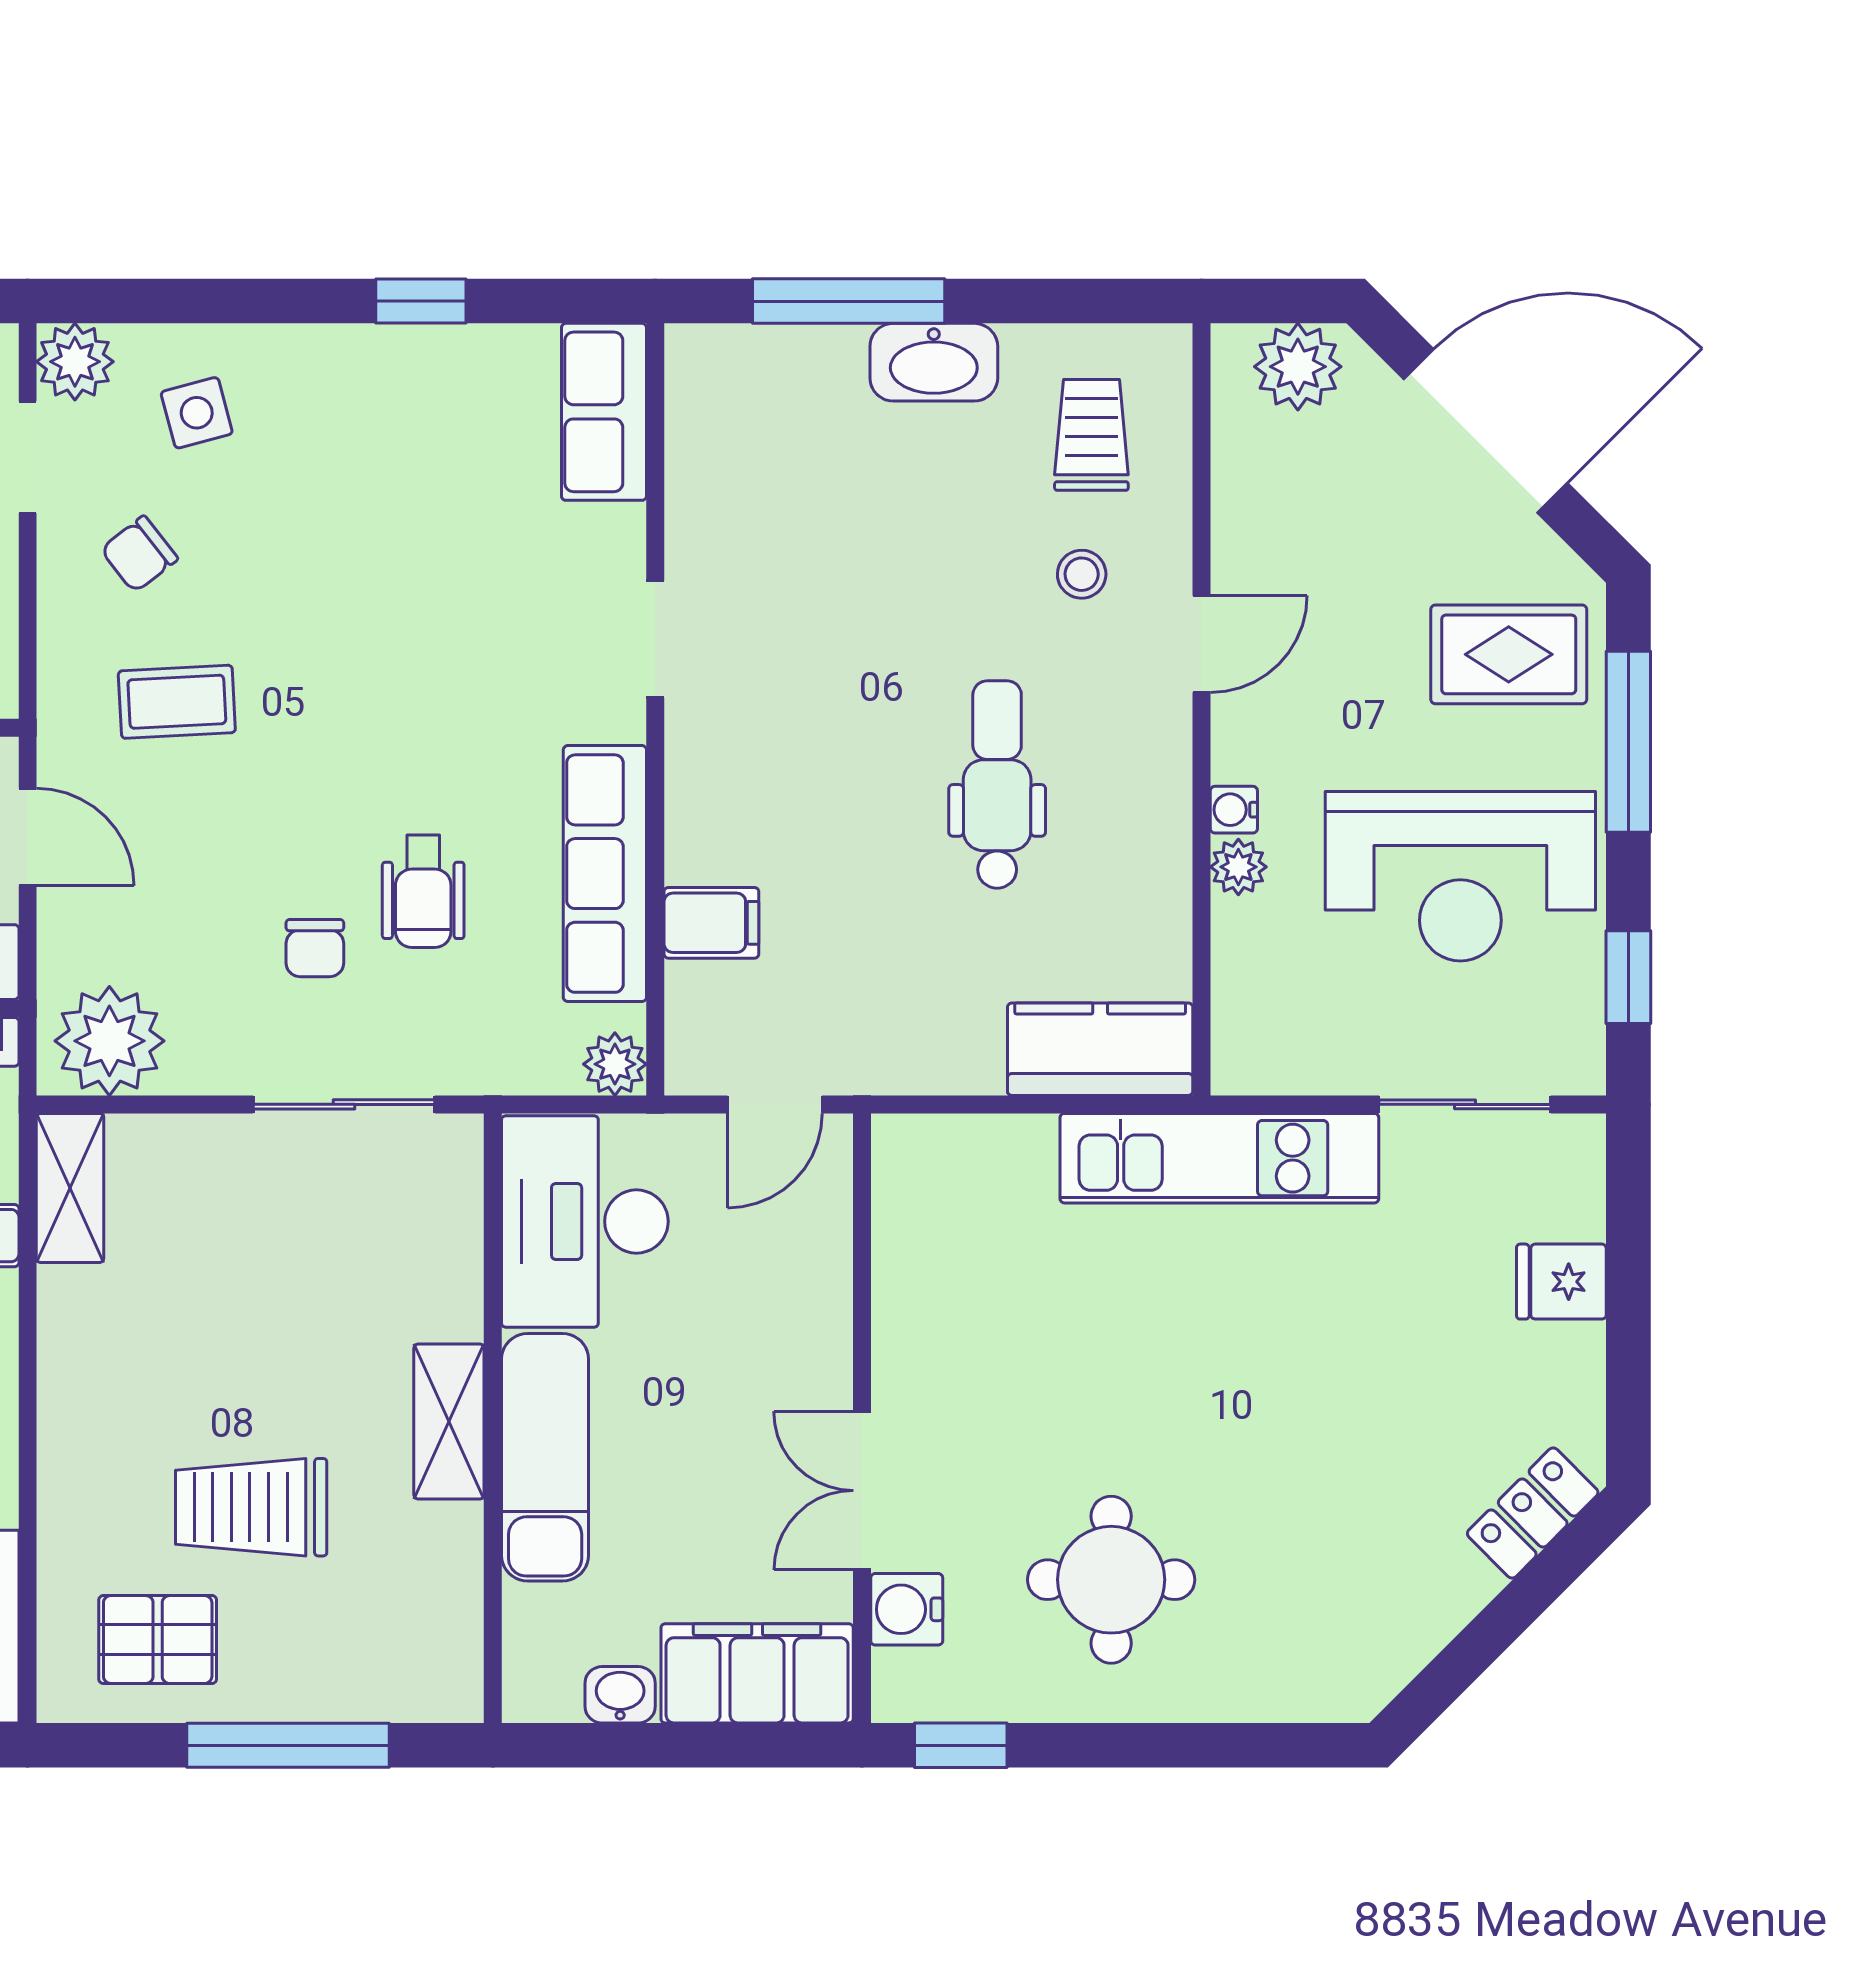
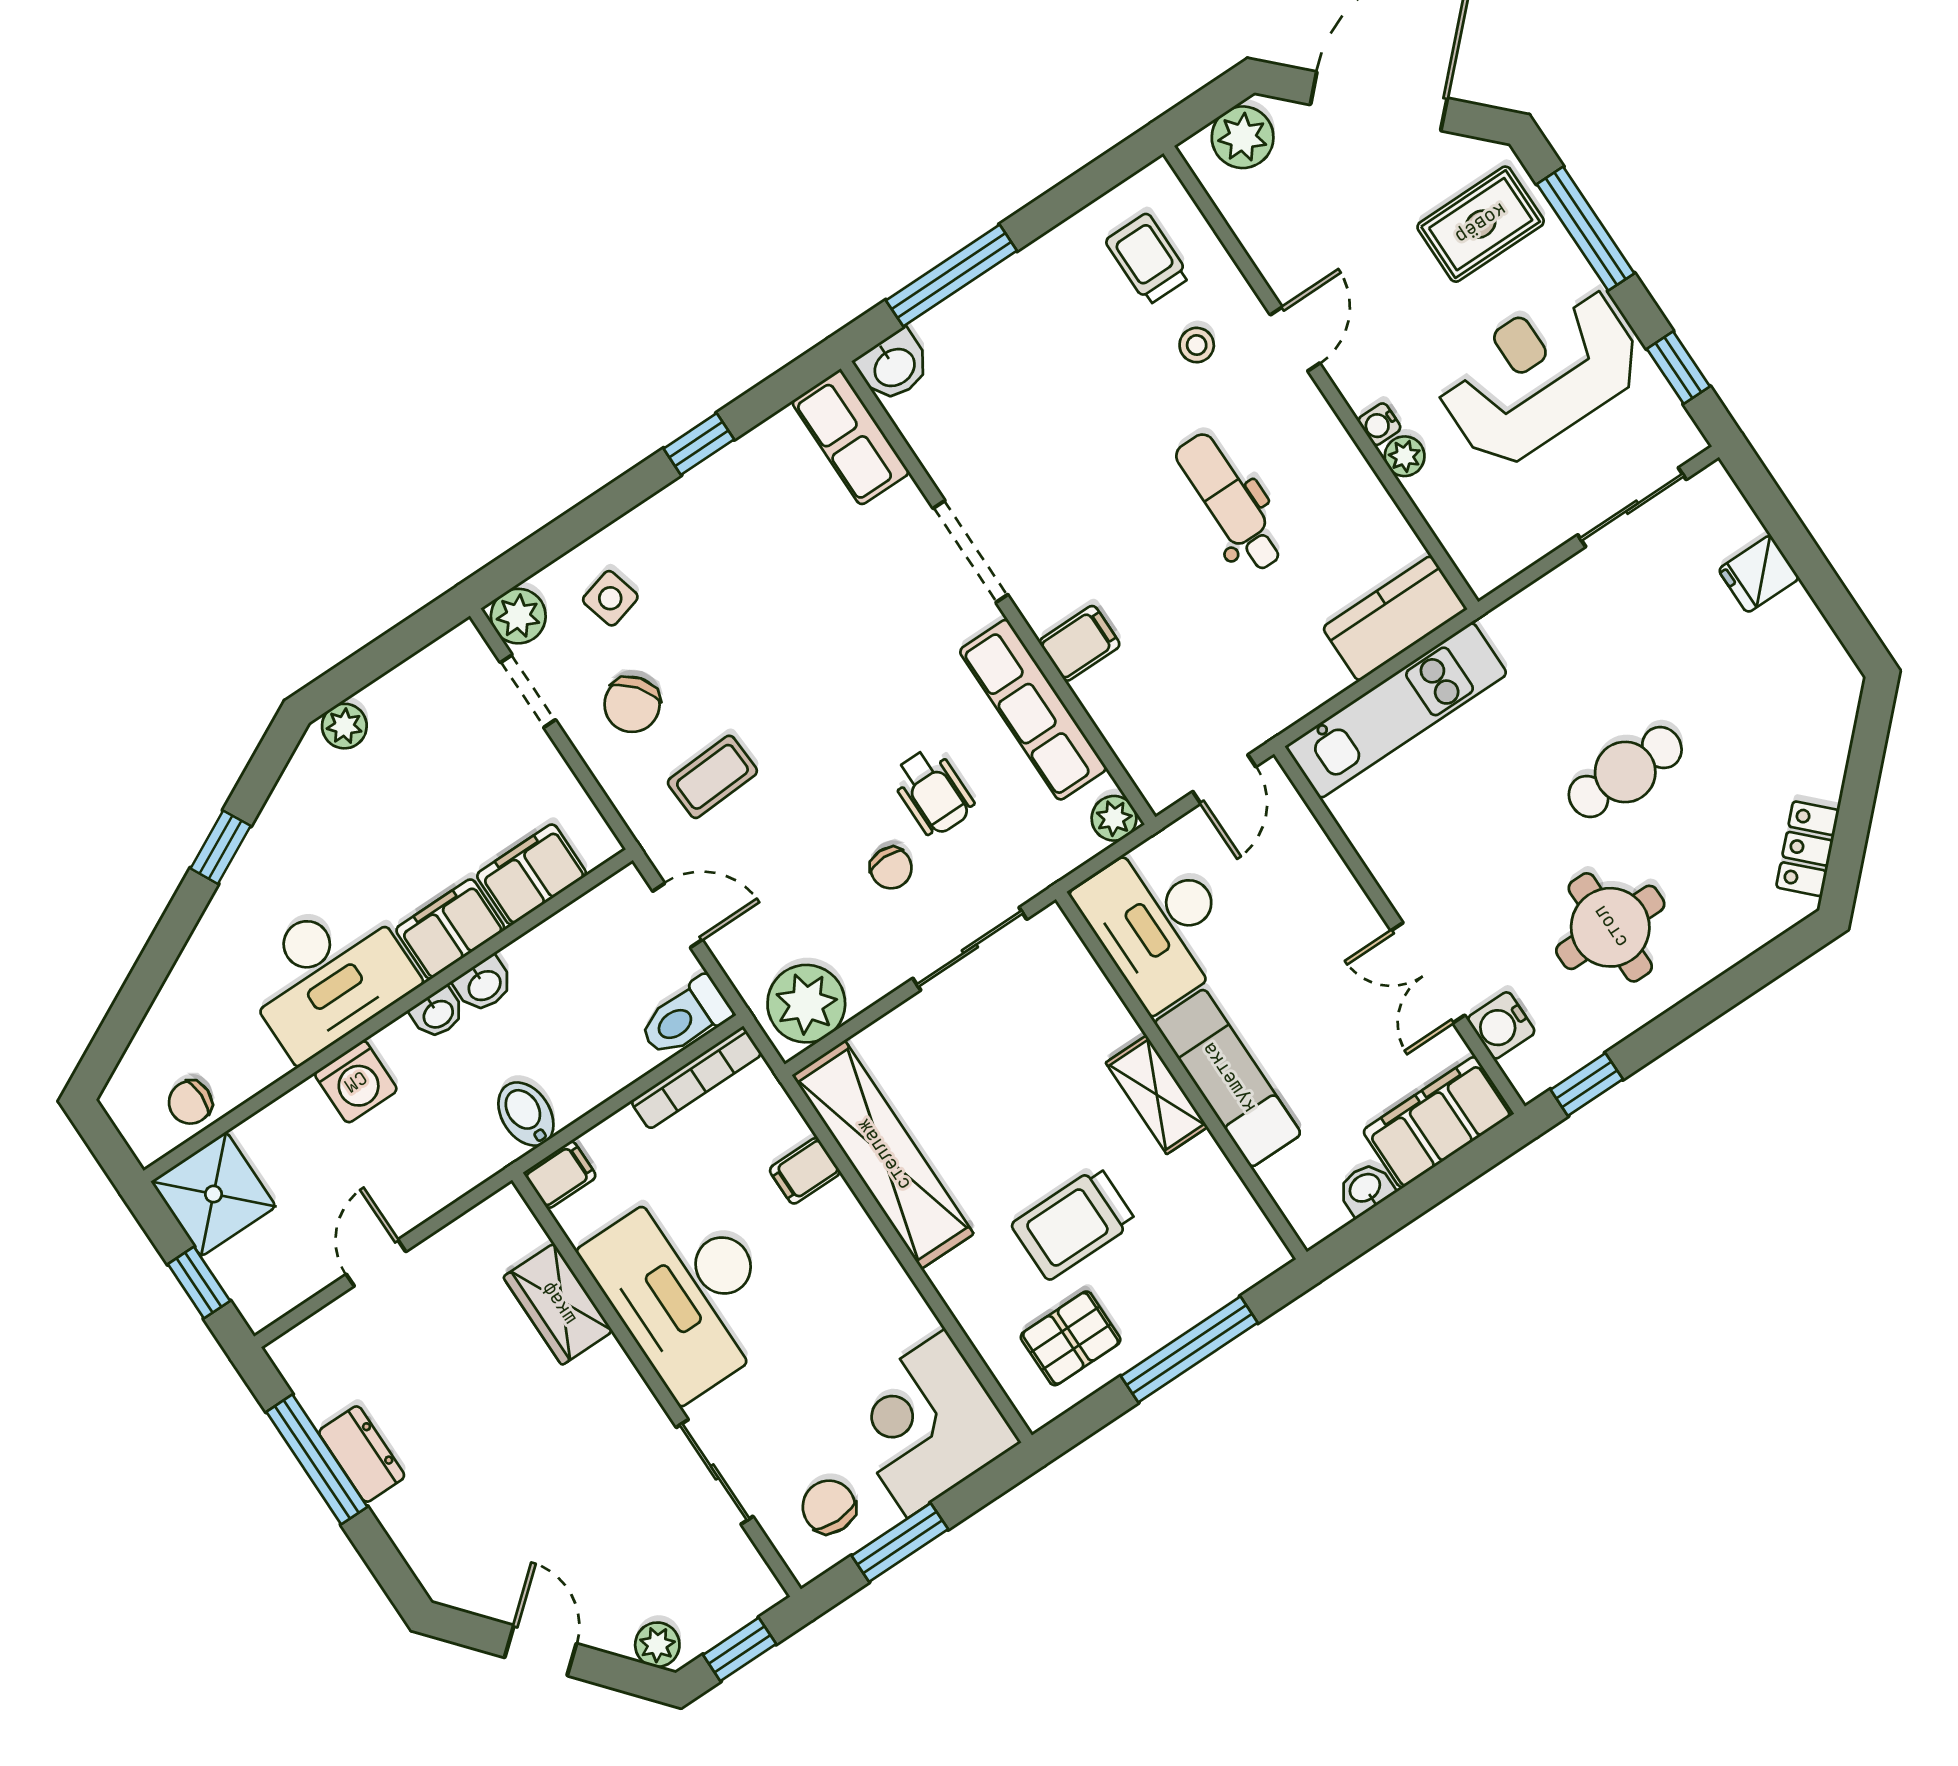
washbasin: (934, 362) -> (894, 366), moved, width x0.72
chair: (139, 554) -> (632, 704), width x1.37, depth x1.37
doorway: (655, 639) -> (970, 551), width x1.38
reception desk: (1460, 876) -> (1539, 374), turned 180
filing cabinet: (711, 923) -> (1080, 643), moved
kitchen unit: (1219, 1158) -> (1396, 710), moved
shelving: (70, 1188) -> (883, 1155), width x2.20, depth x1.33
cafe table: (1250, 1409) -> (1625, 772), added
locker: (1533, 1513) -> (1808, 849), moved

